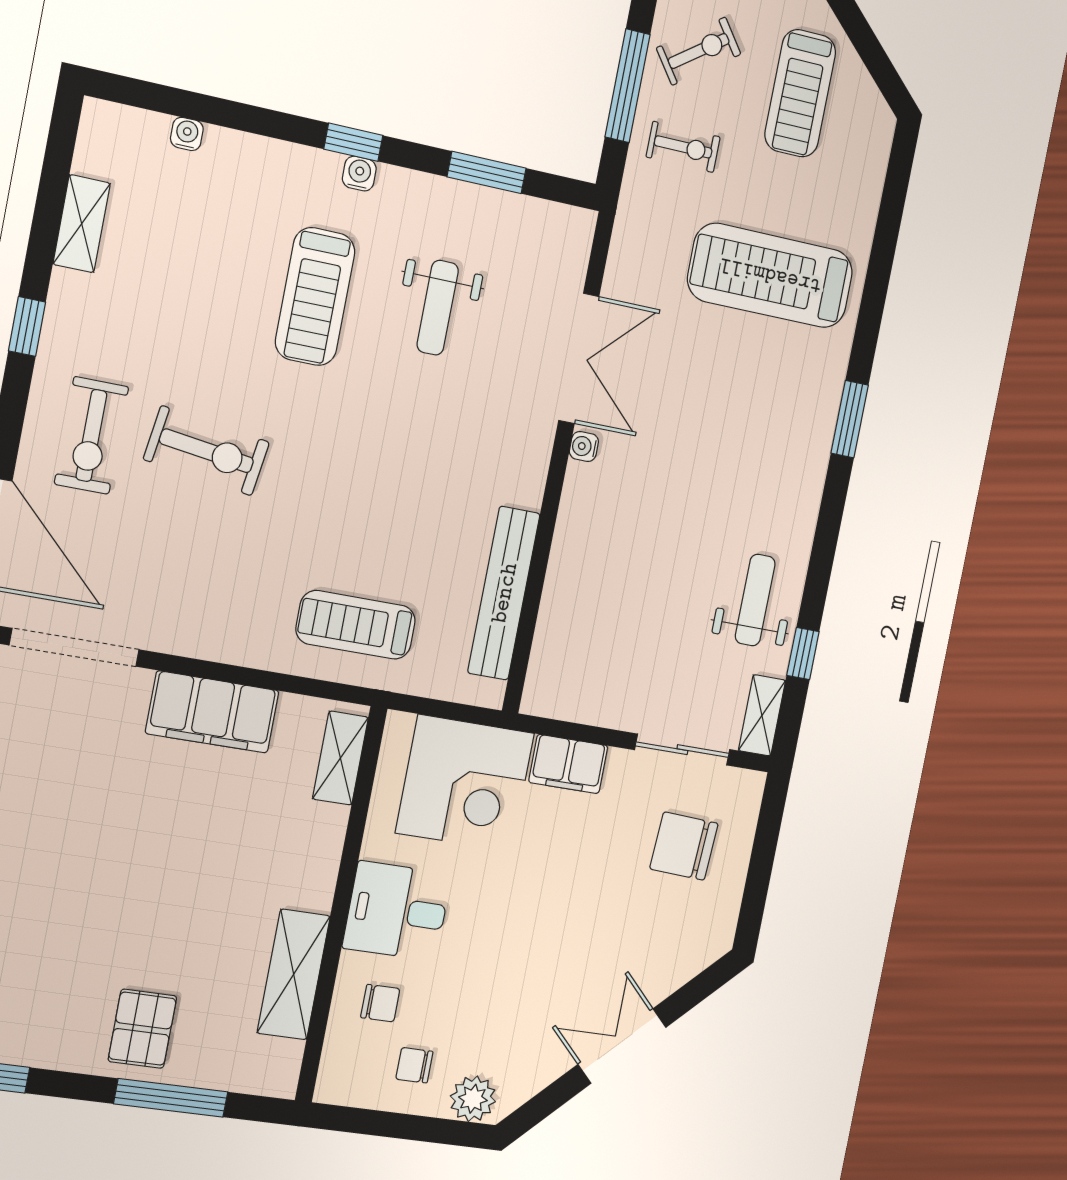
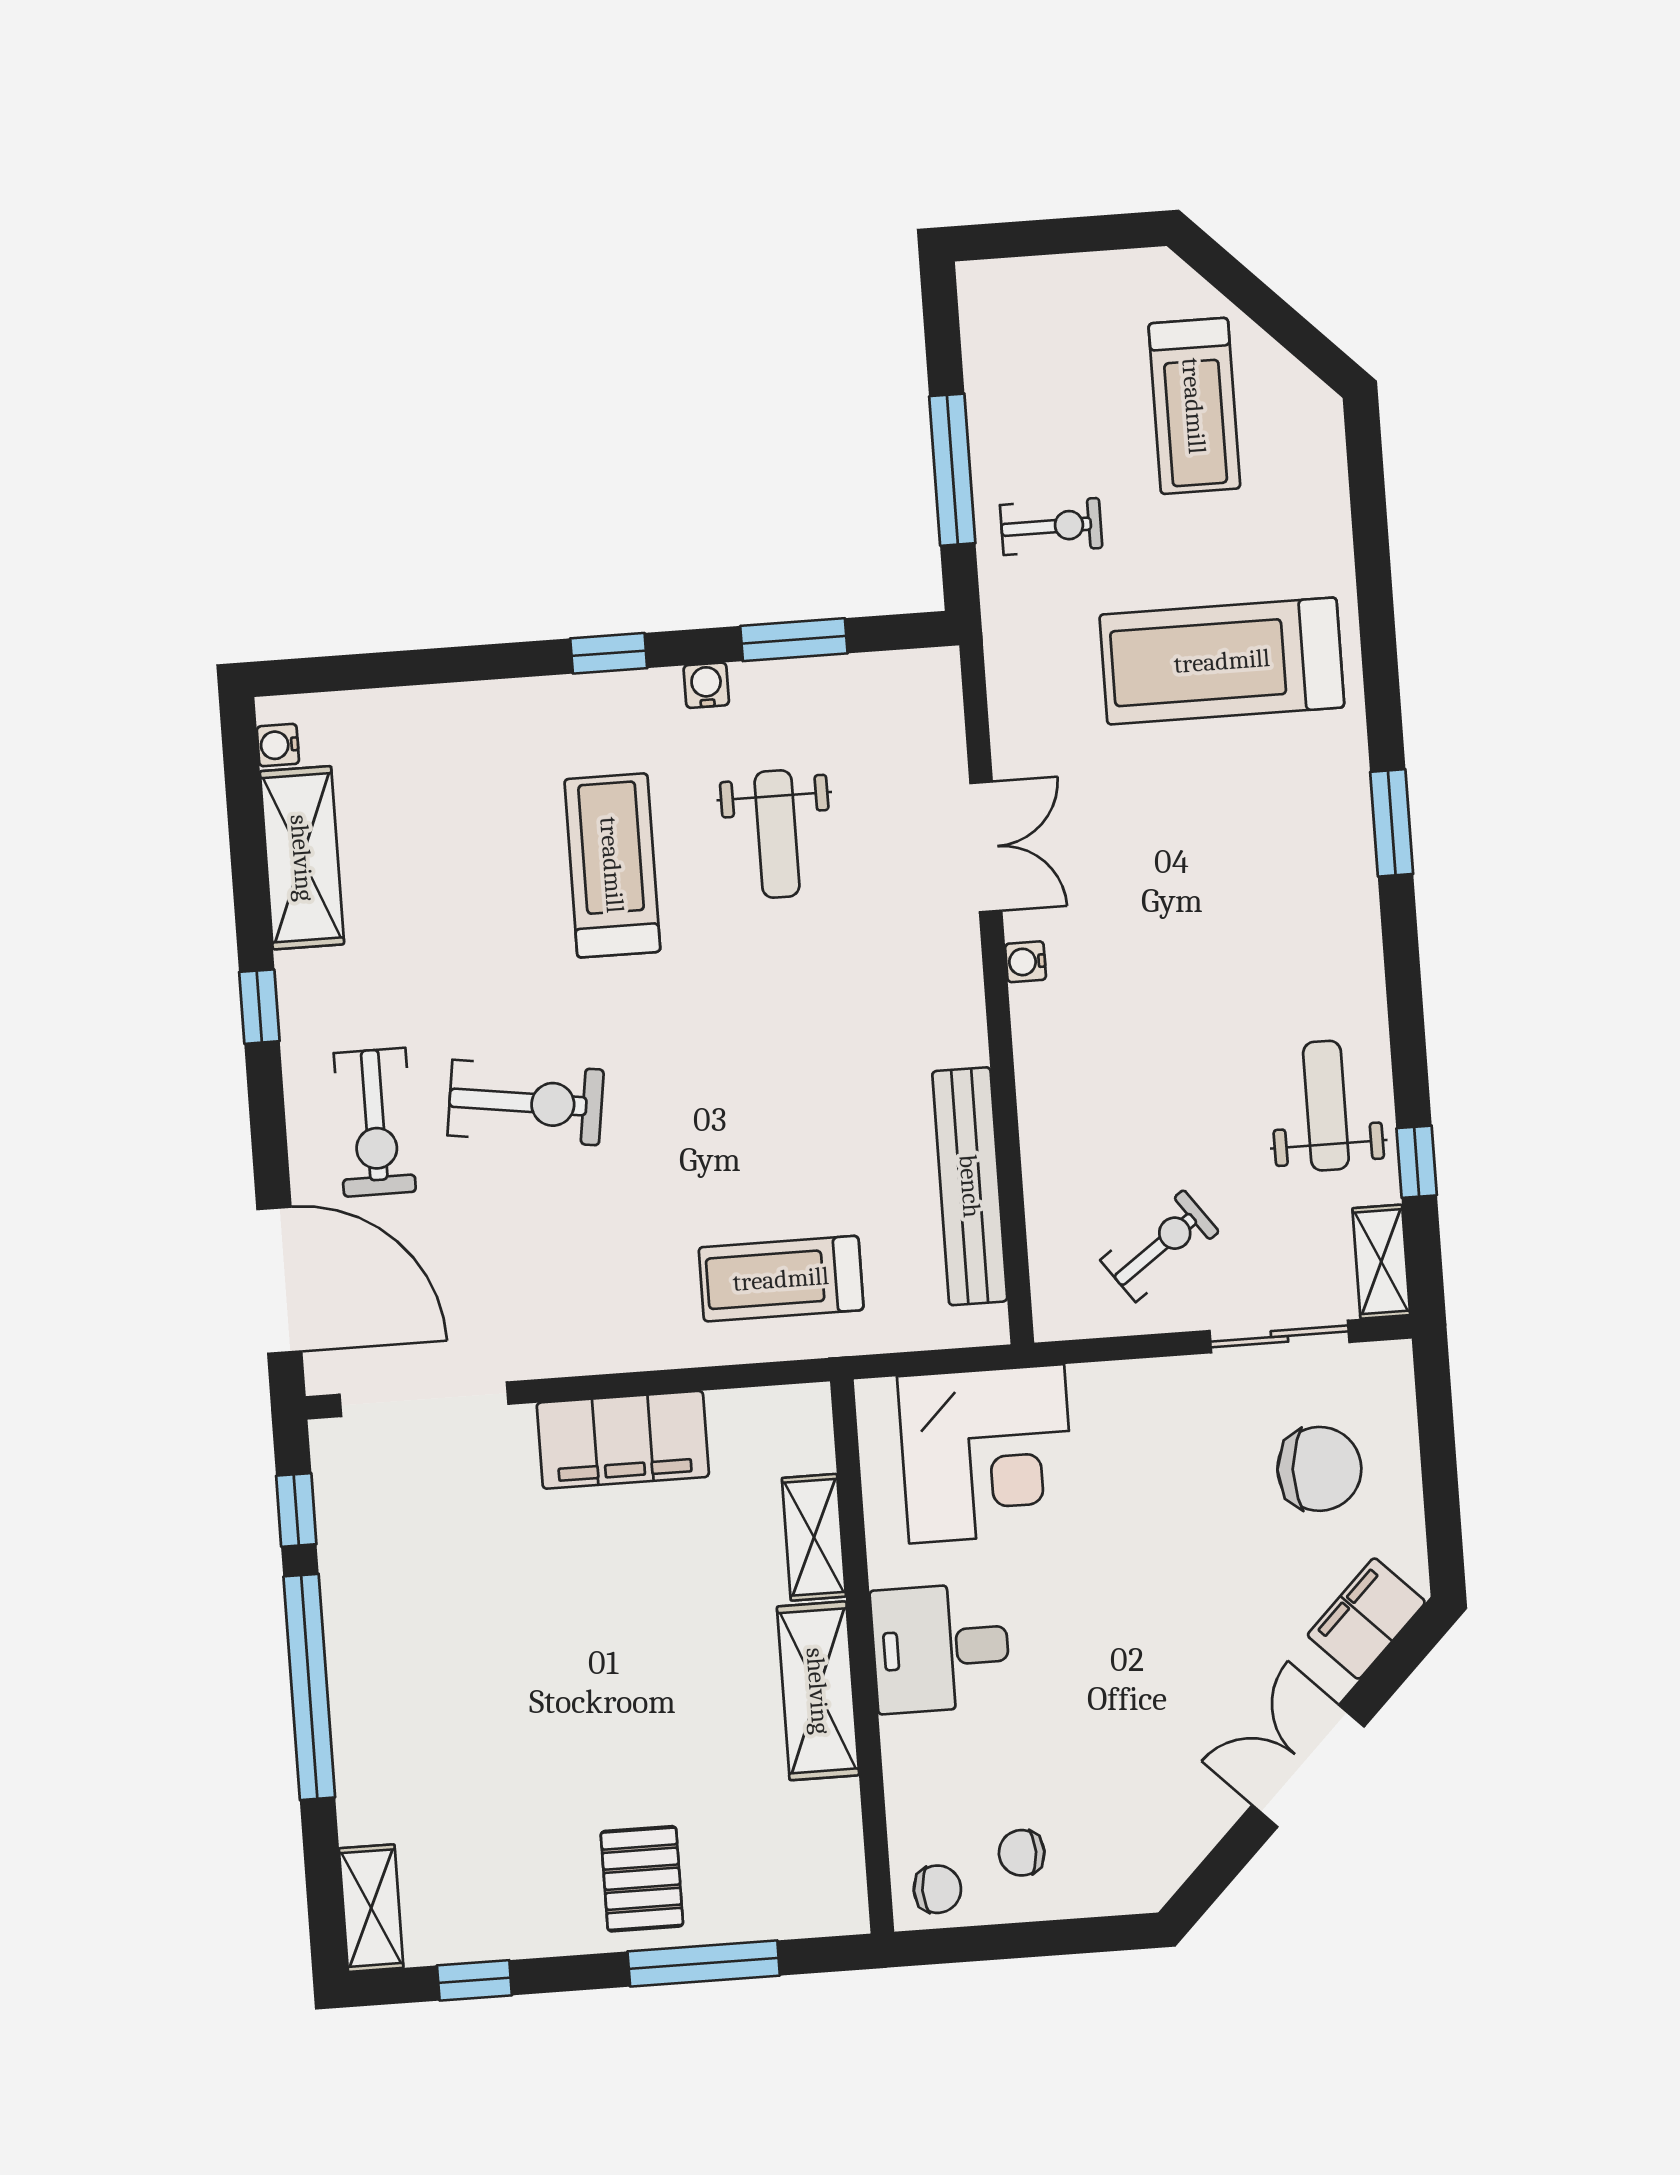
exercise bike: (699, 51) -> (1160, 1246), moved
water cooler: (187, 134) -> (278, 745), moved, turned -90
water cooler: (359, 174) -> (706, 685), moved
shelving: (82, 224) -> (302, 858), width x1.50, depth x1.33
treadmill: (315, 297) -> (612, 865), turned 180
double door: (579, 358) -> (986, 847), width x0.73
shelving: (340, 758) -> (814, 1537), moved
filing cabinet: (568, 764) -> (1366, 1619), moved, turned 135
chair: (684, 846) -> (1319, 1469), turned 180
shelving: (294, 974) -> (818, 1691), moved
chair: (380, 1003) -> (937, 1889), moved
plant: (473, 1099) -> (1116, 1882), removed

